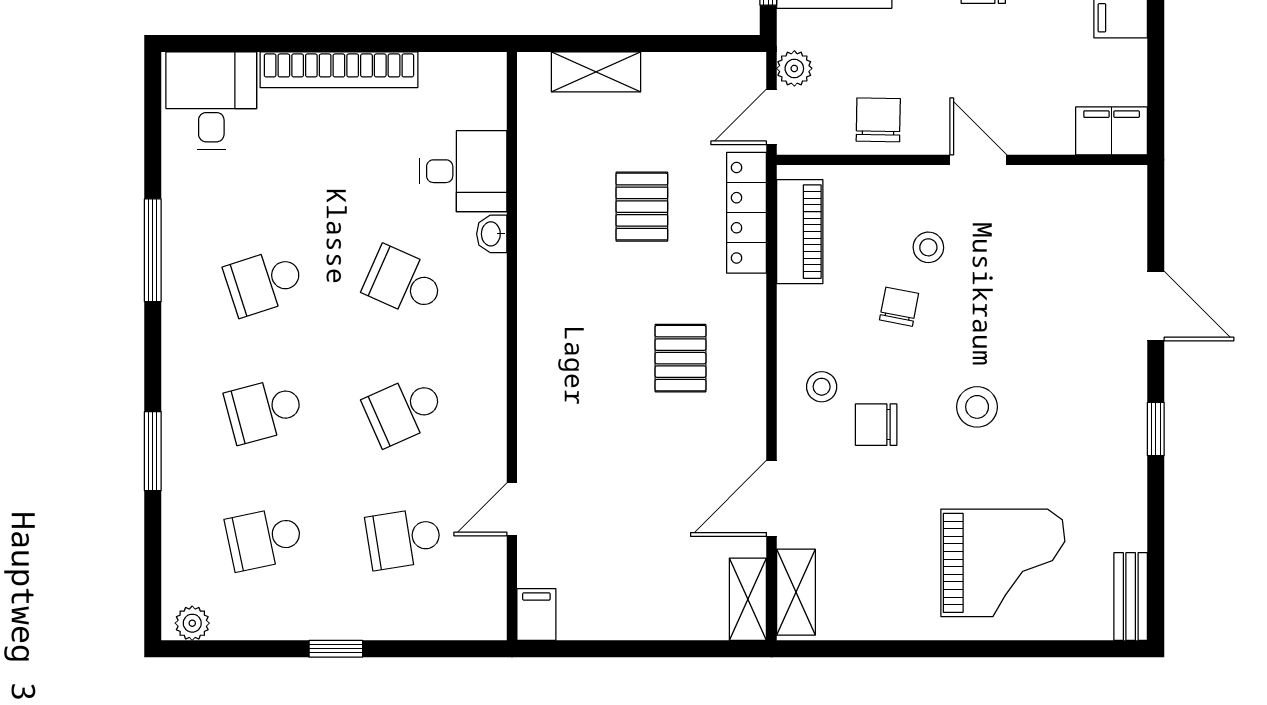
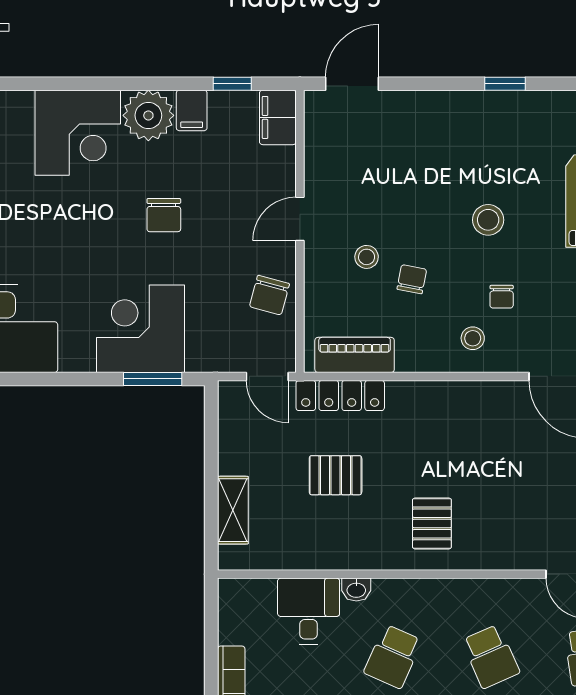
plant: (794, 68) -> (230, 359), removed
window: (1156, 71) -> (232, 84), added
chair: (878, 120) -> (269, 295), turned -76
door: (1156, 306) -> (352, 84), moved
chair: (899, 307) -> (412, 279), turned 90
pallet: (681, 358) -> (432, 523), moved, turned 90
chair: (876, 425) -> (502, 297), width x0.73, depth x0.73

